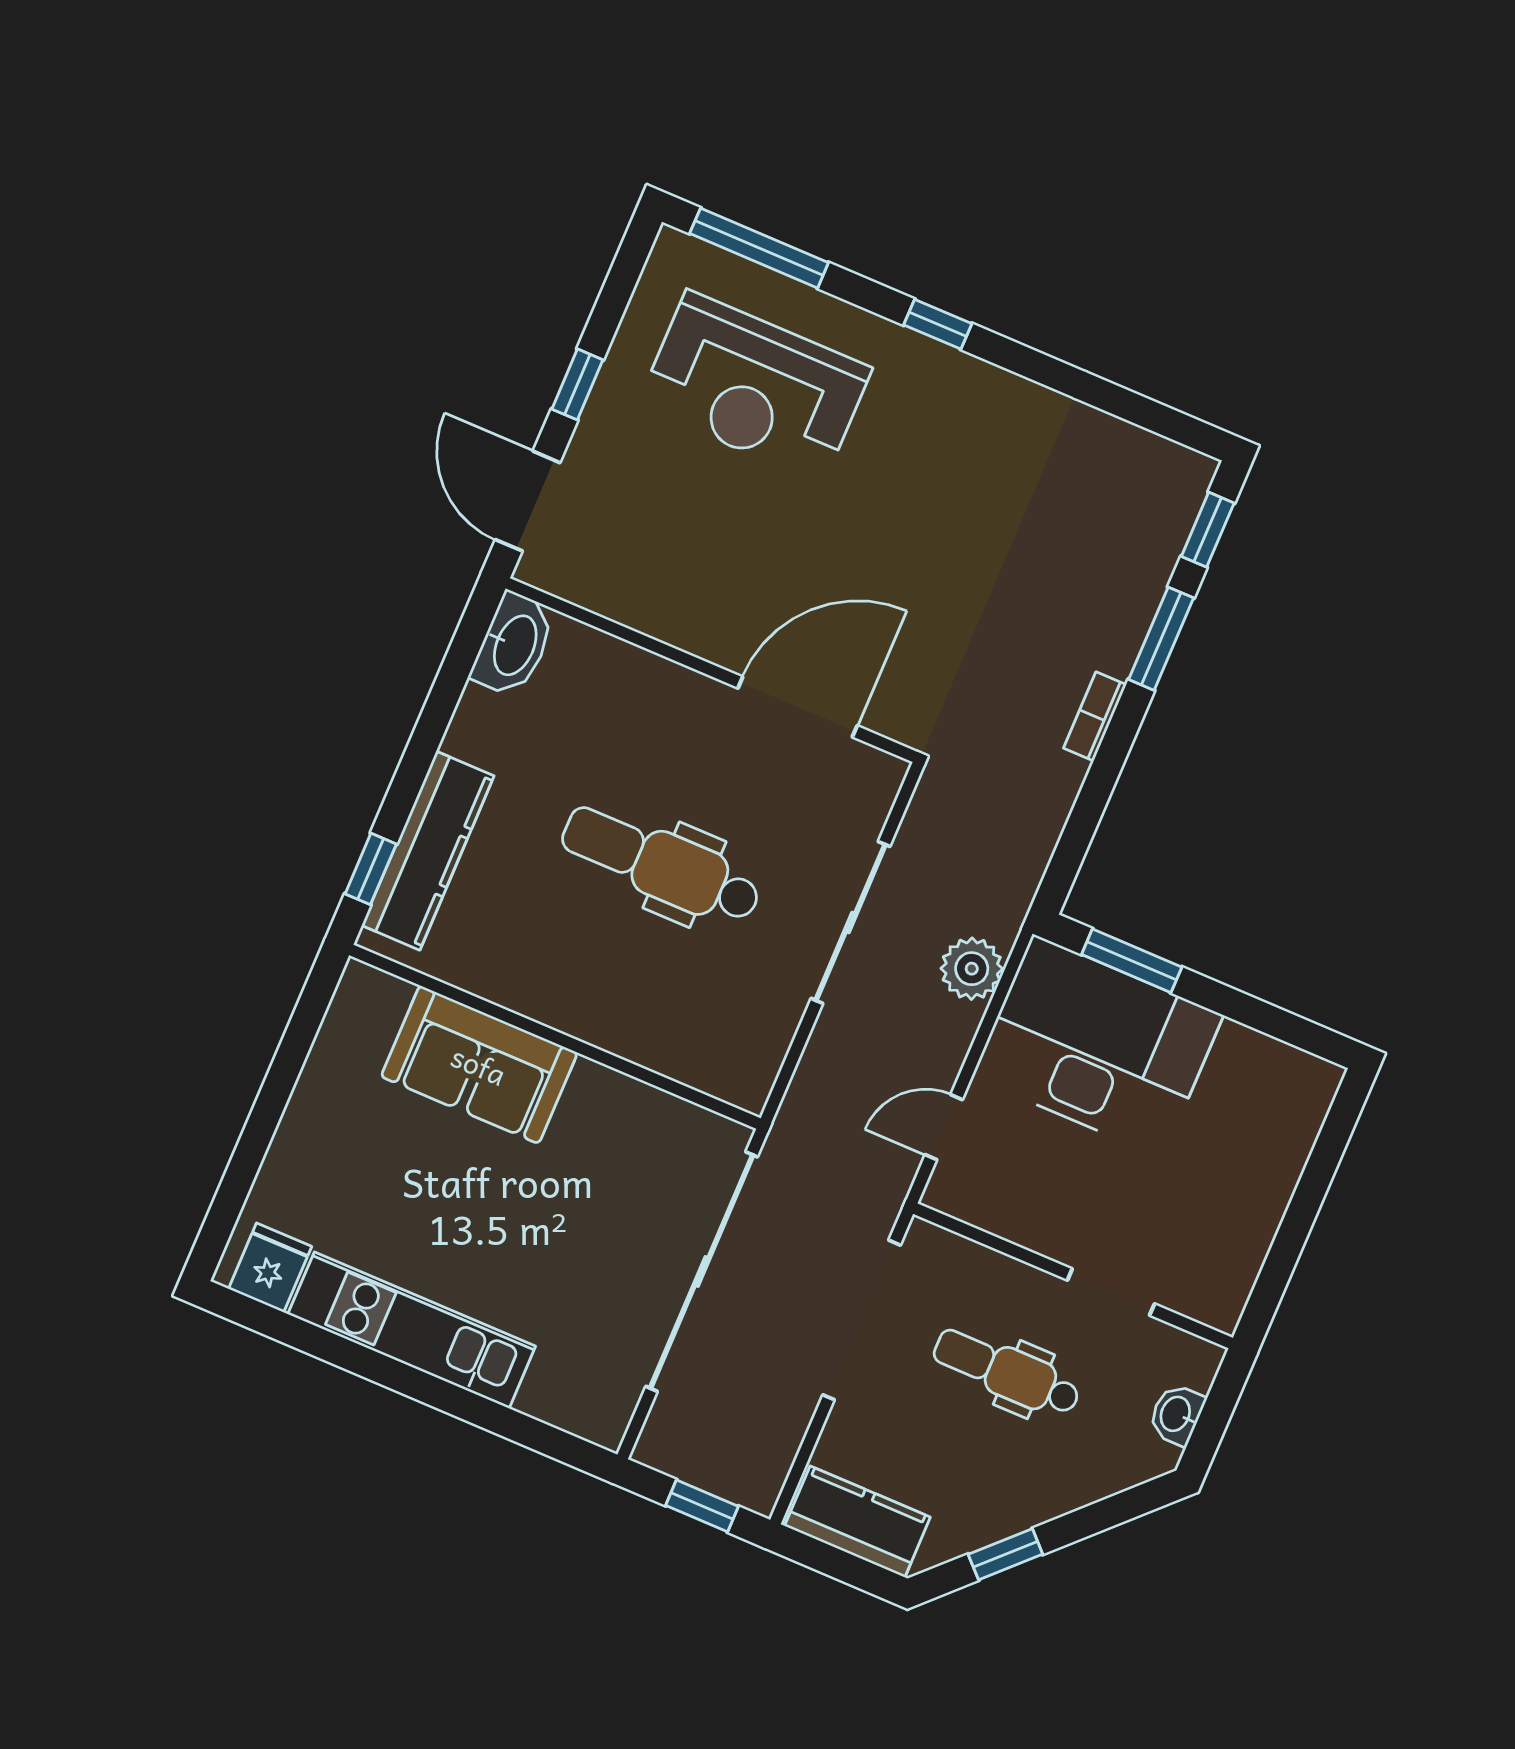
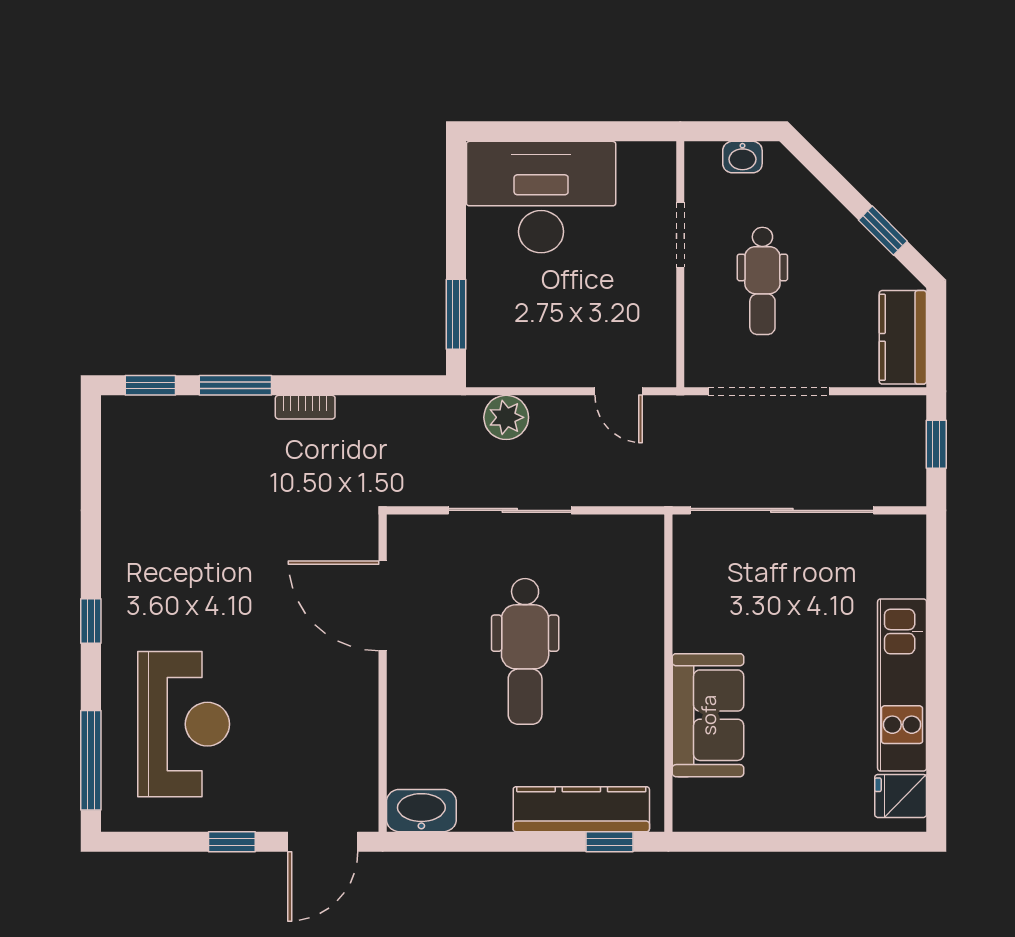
desk: (1098, 1046) -> (541, 197), moved, turned 90

